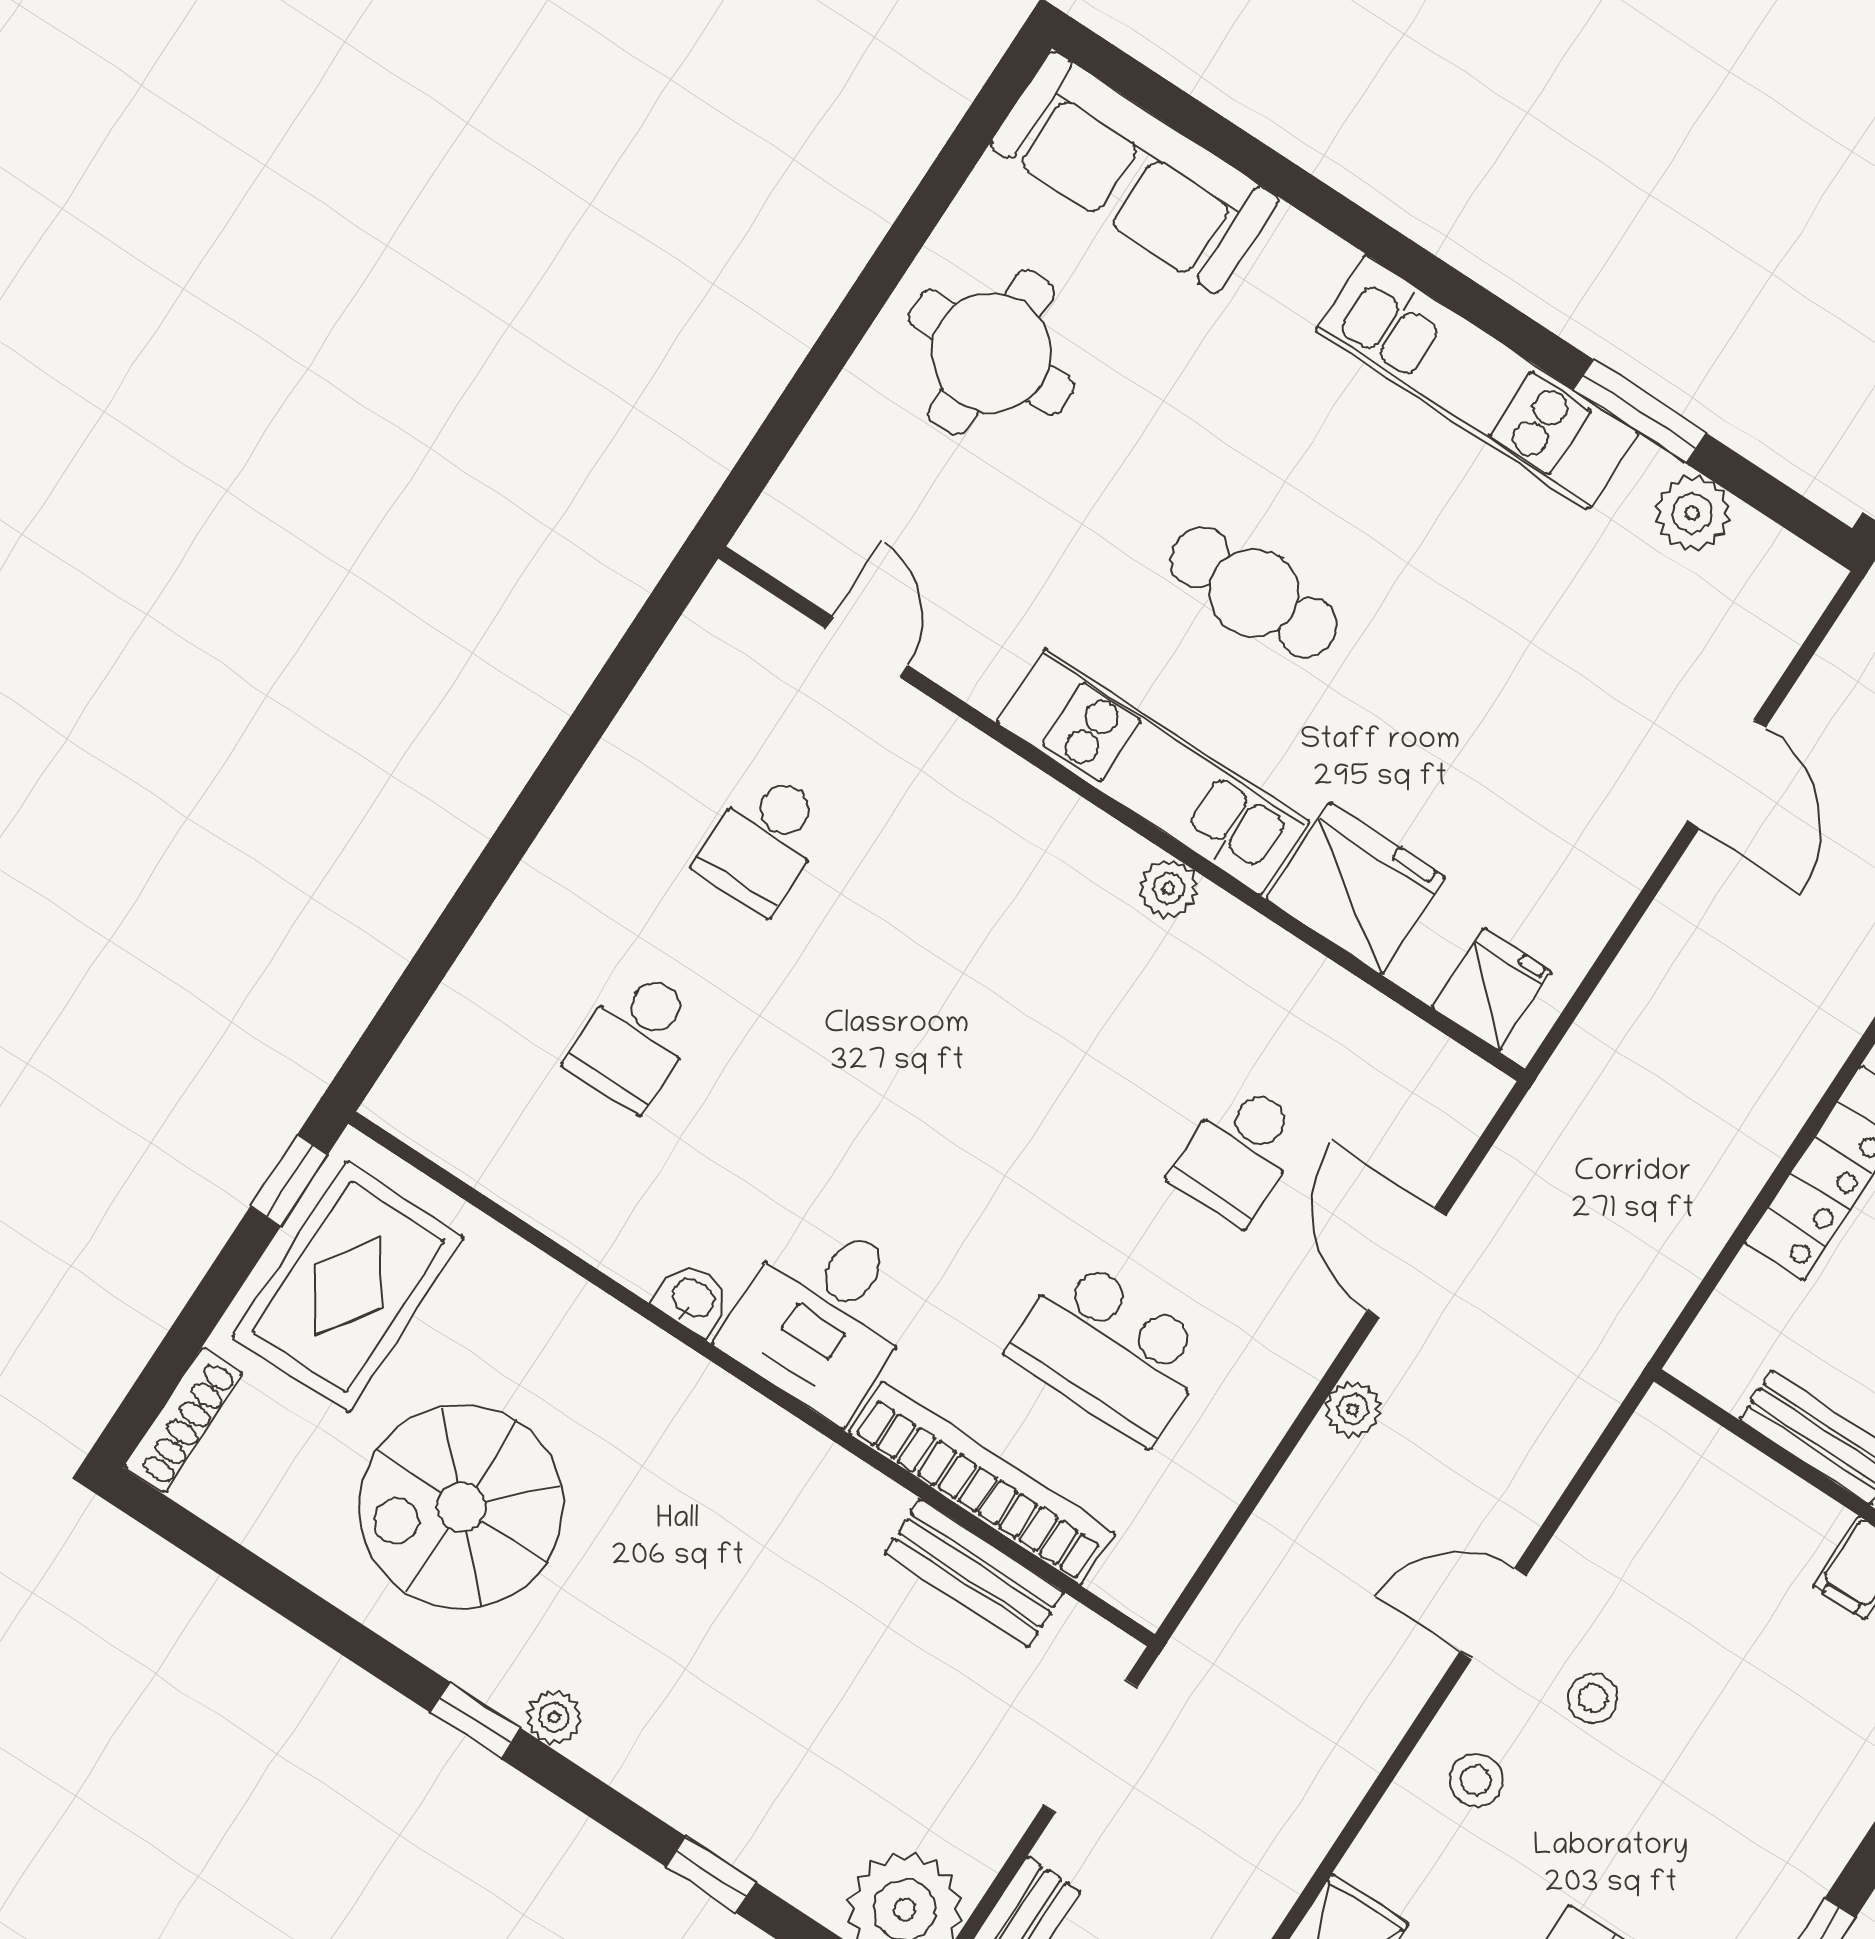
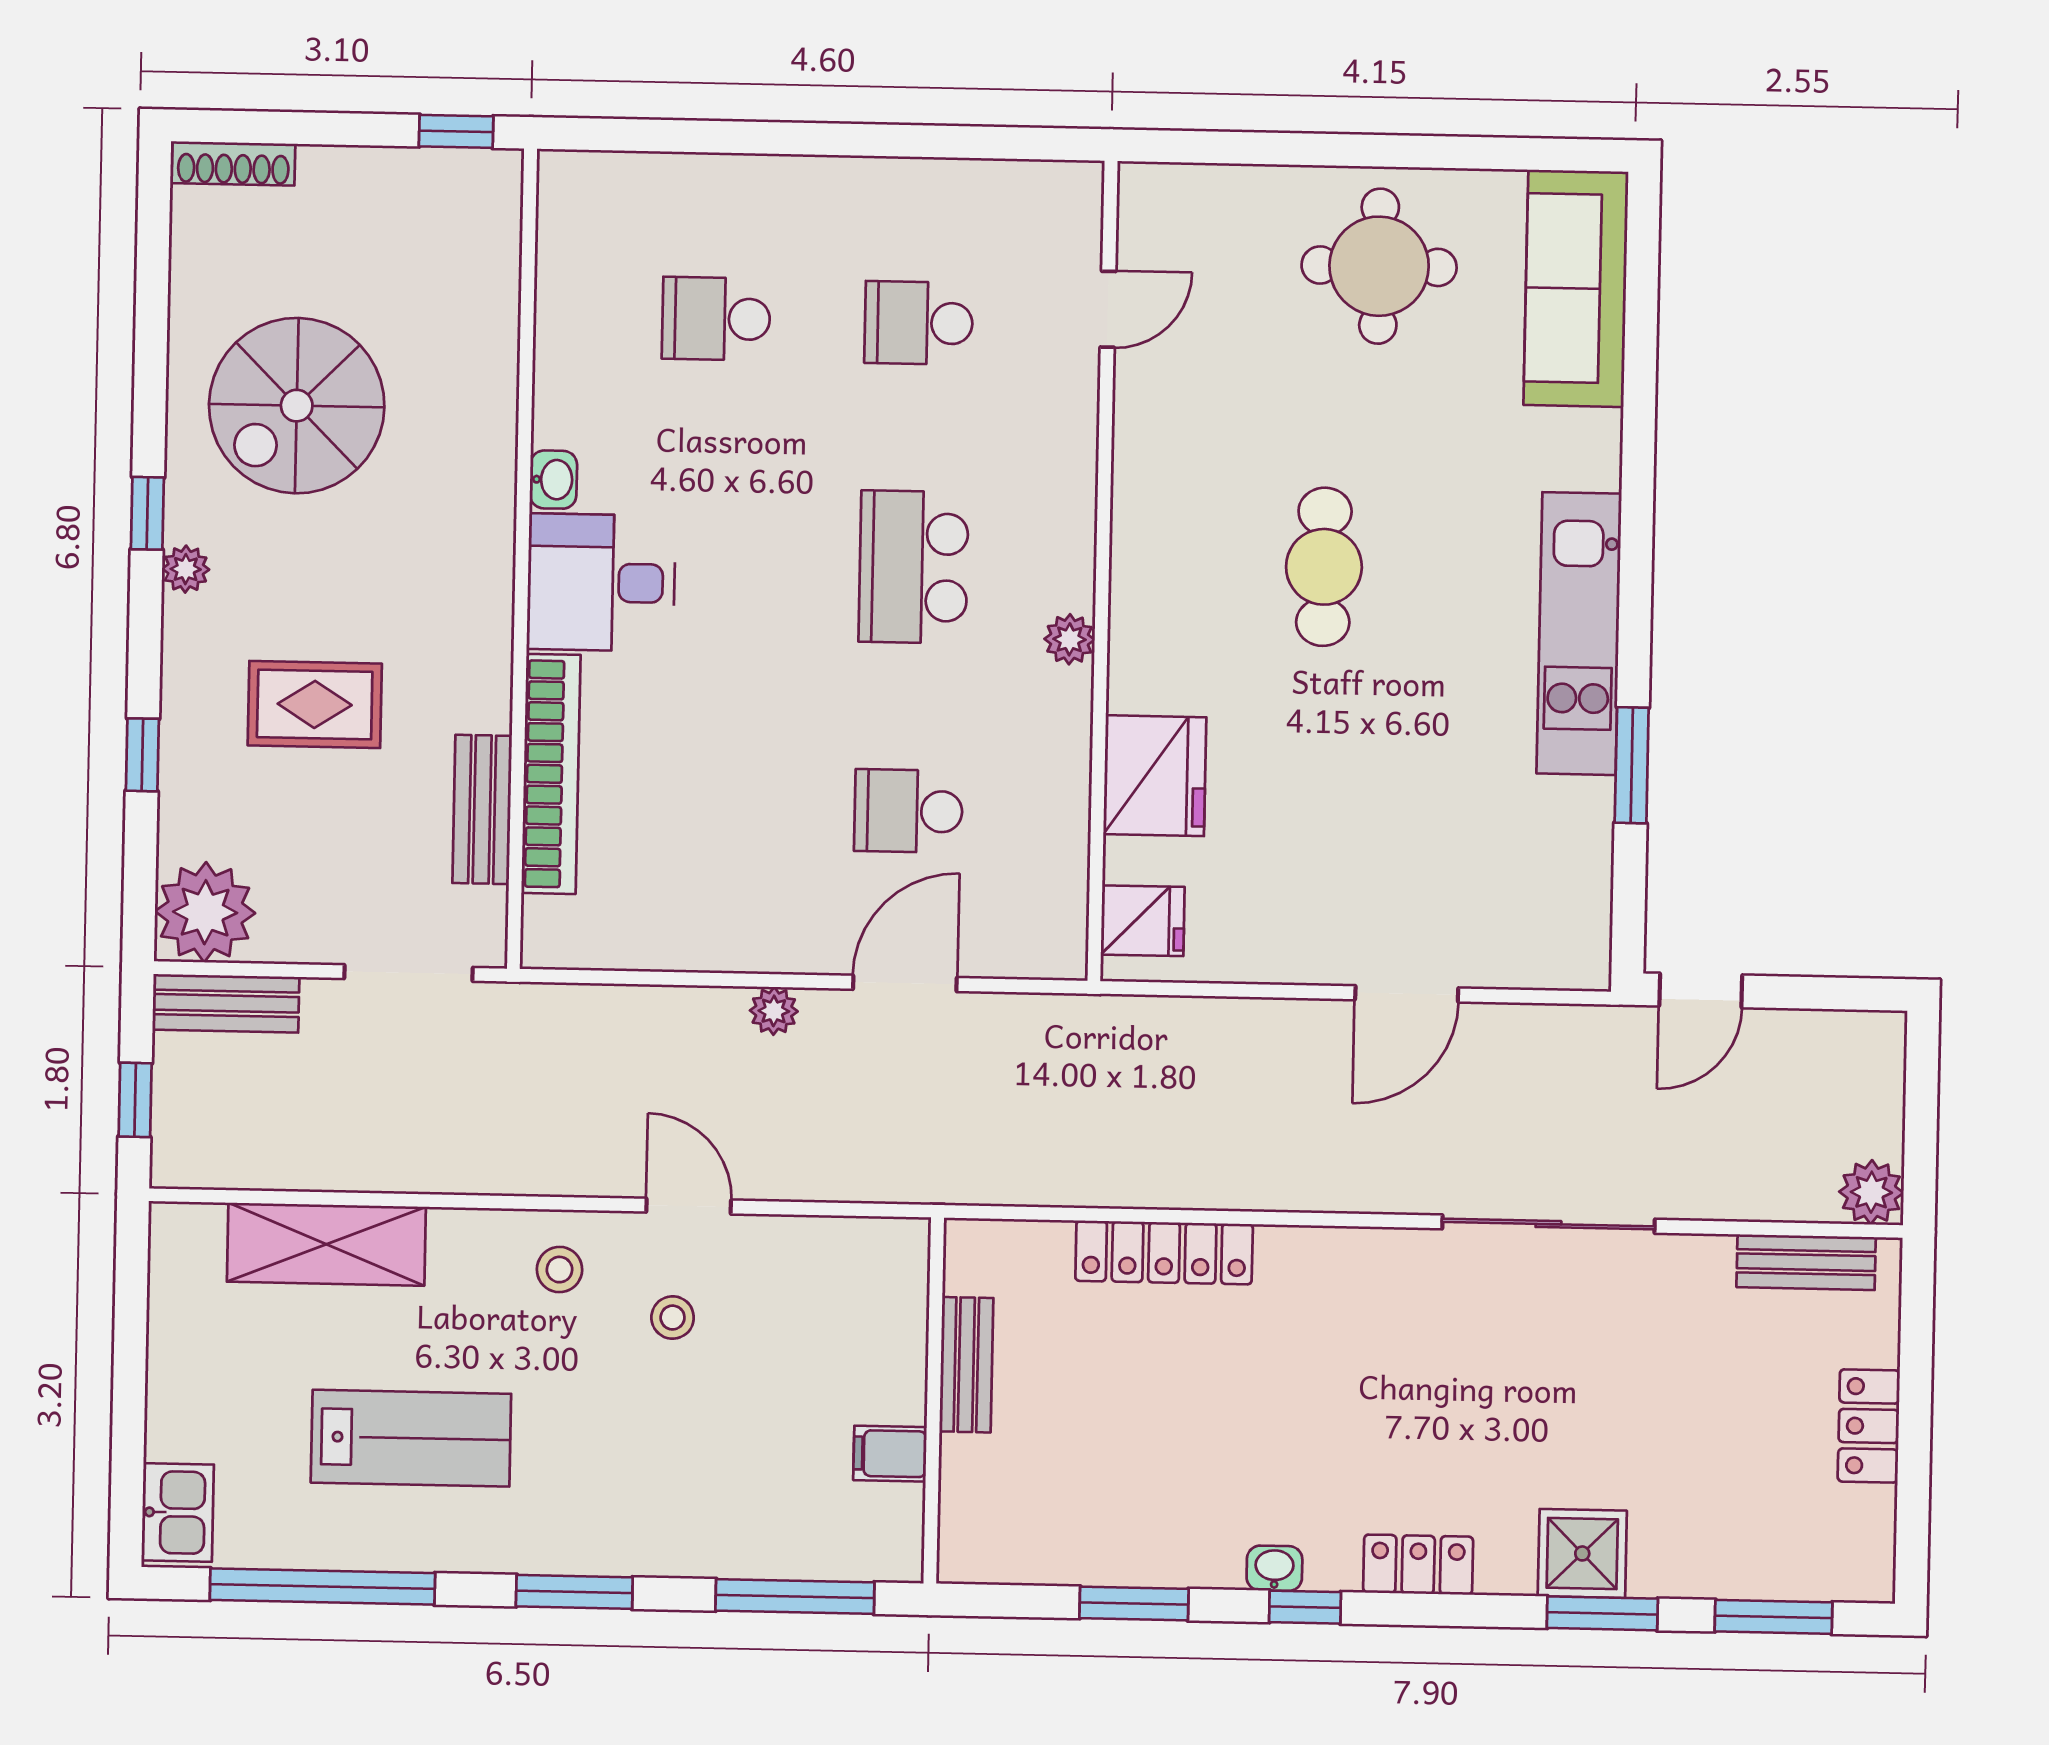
plant: (1692, 513) -> (1582, 850), removed
kitchen unit: (1153, 772) -> (1147, 575), removed
rug: (348, 1287) -> (315, 704), moved, width x0.73, depth x0.70
school desk: (1110, 1350) -> (914, 567), moved
spiral stairs: (461, 1507) -> (297, 406), turned -90

